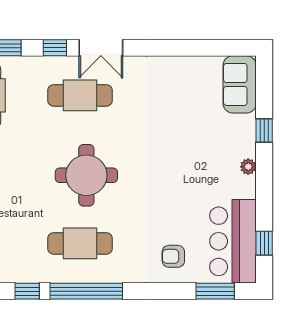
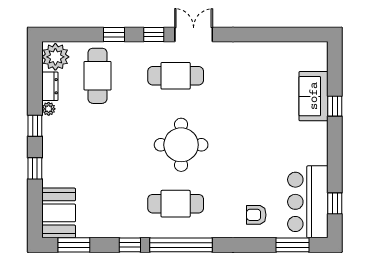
double door: (101, 48) -> (194, 35), swing flipped
sofa: (240, 84) -> (314, 96), moved
plant: (248, 167) -> (321, 137), removed

